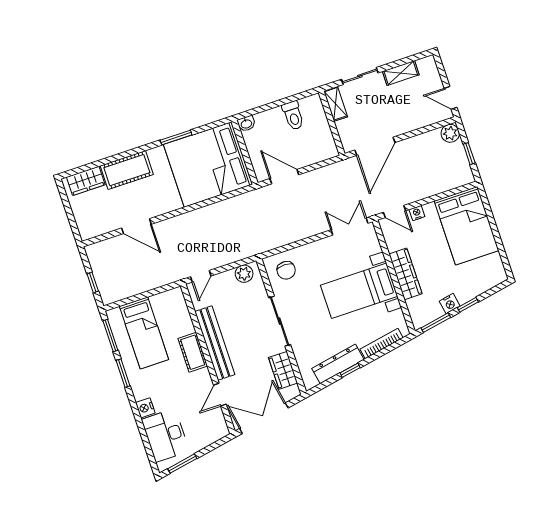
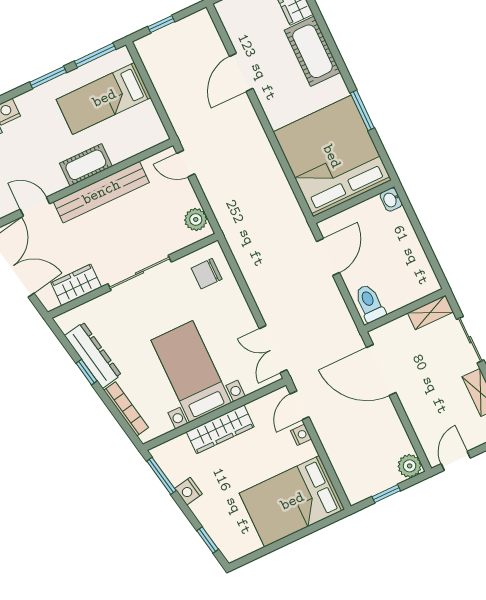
toilet: (293, 116) -> (370, 303), moved, turned 90
double door: (349, 227) -> (273, 349), swing flipped
window: (468, 305) -> (208, 540), moved

